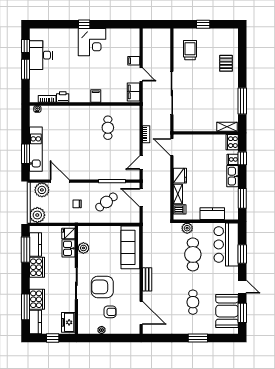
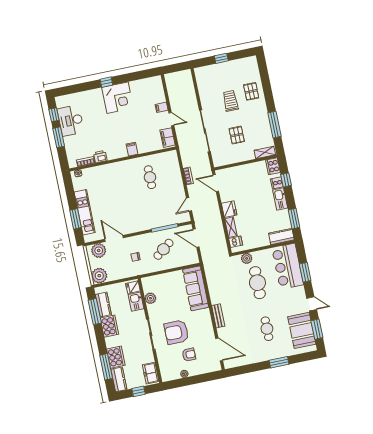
trolley: (190, 50) -> (230, 101), moved
pallet: (203, 104) -> (237, 135), added
kitchen counter: (212, 214) -> (281, 237), moved

